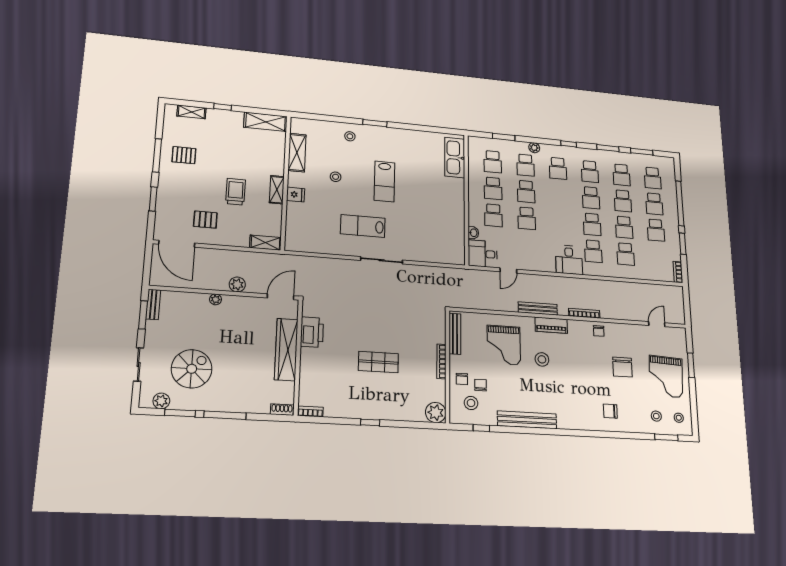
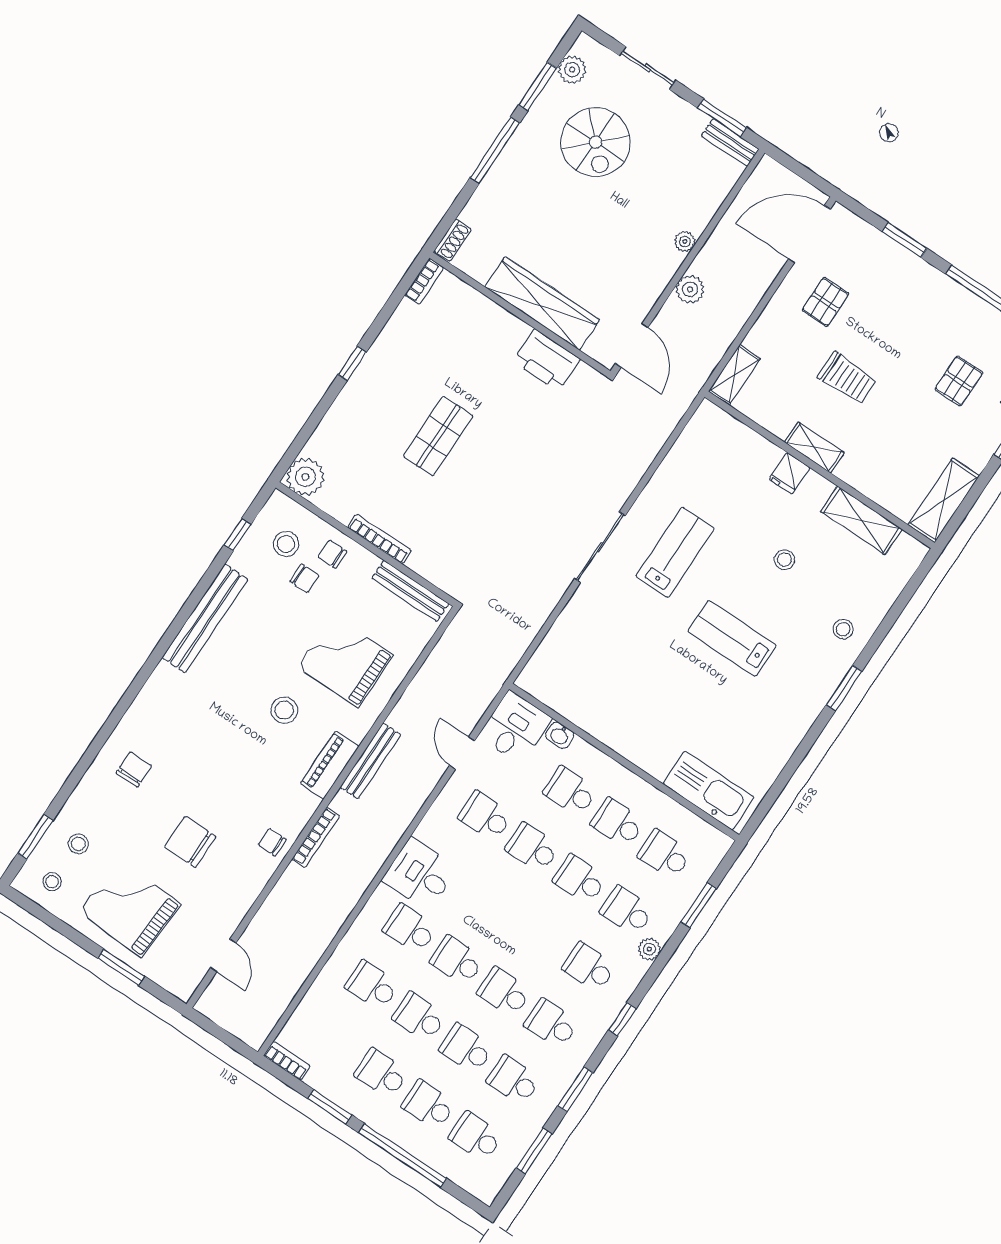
pallet: (184, 155) -> (959, 381), moved
school desk: (527, 246) -> (485, 816), added

